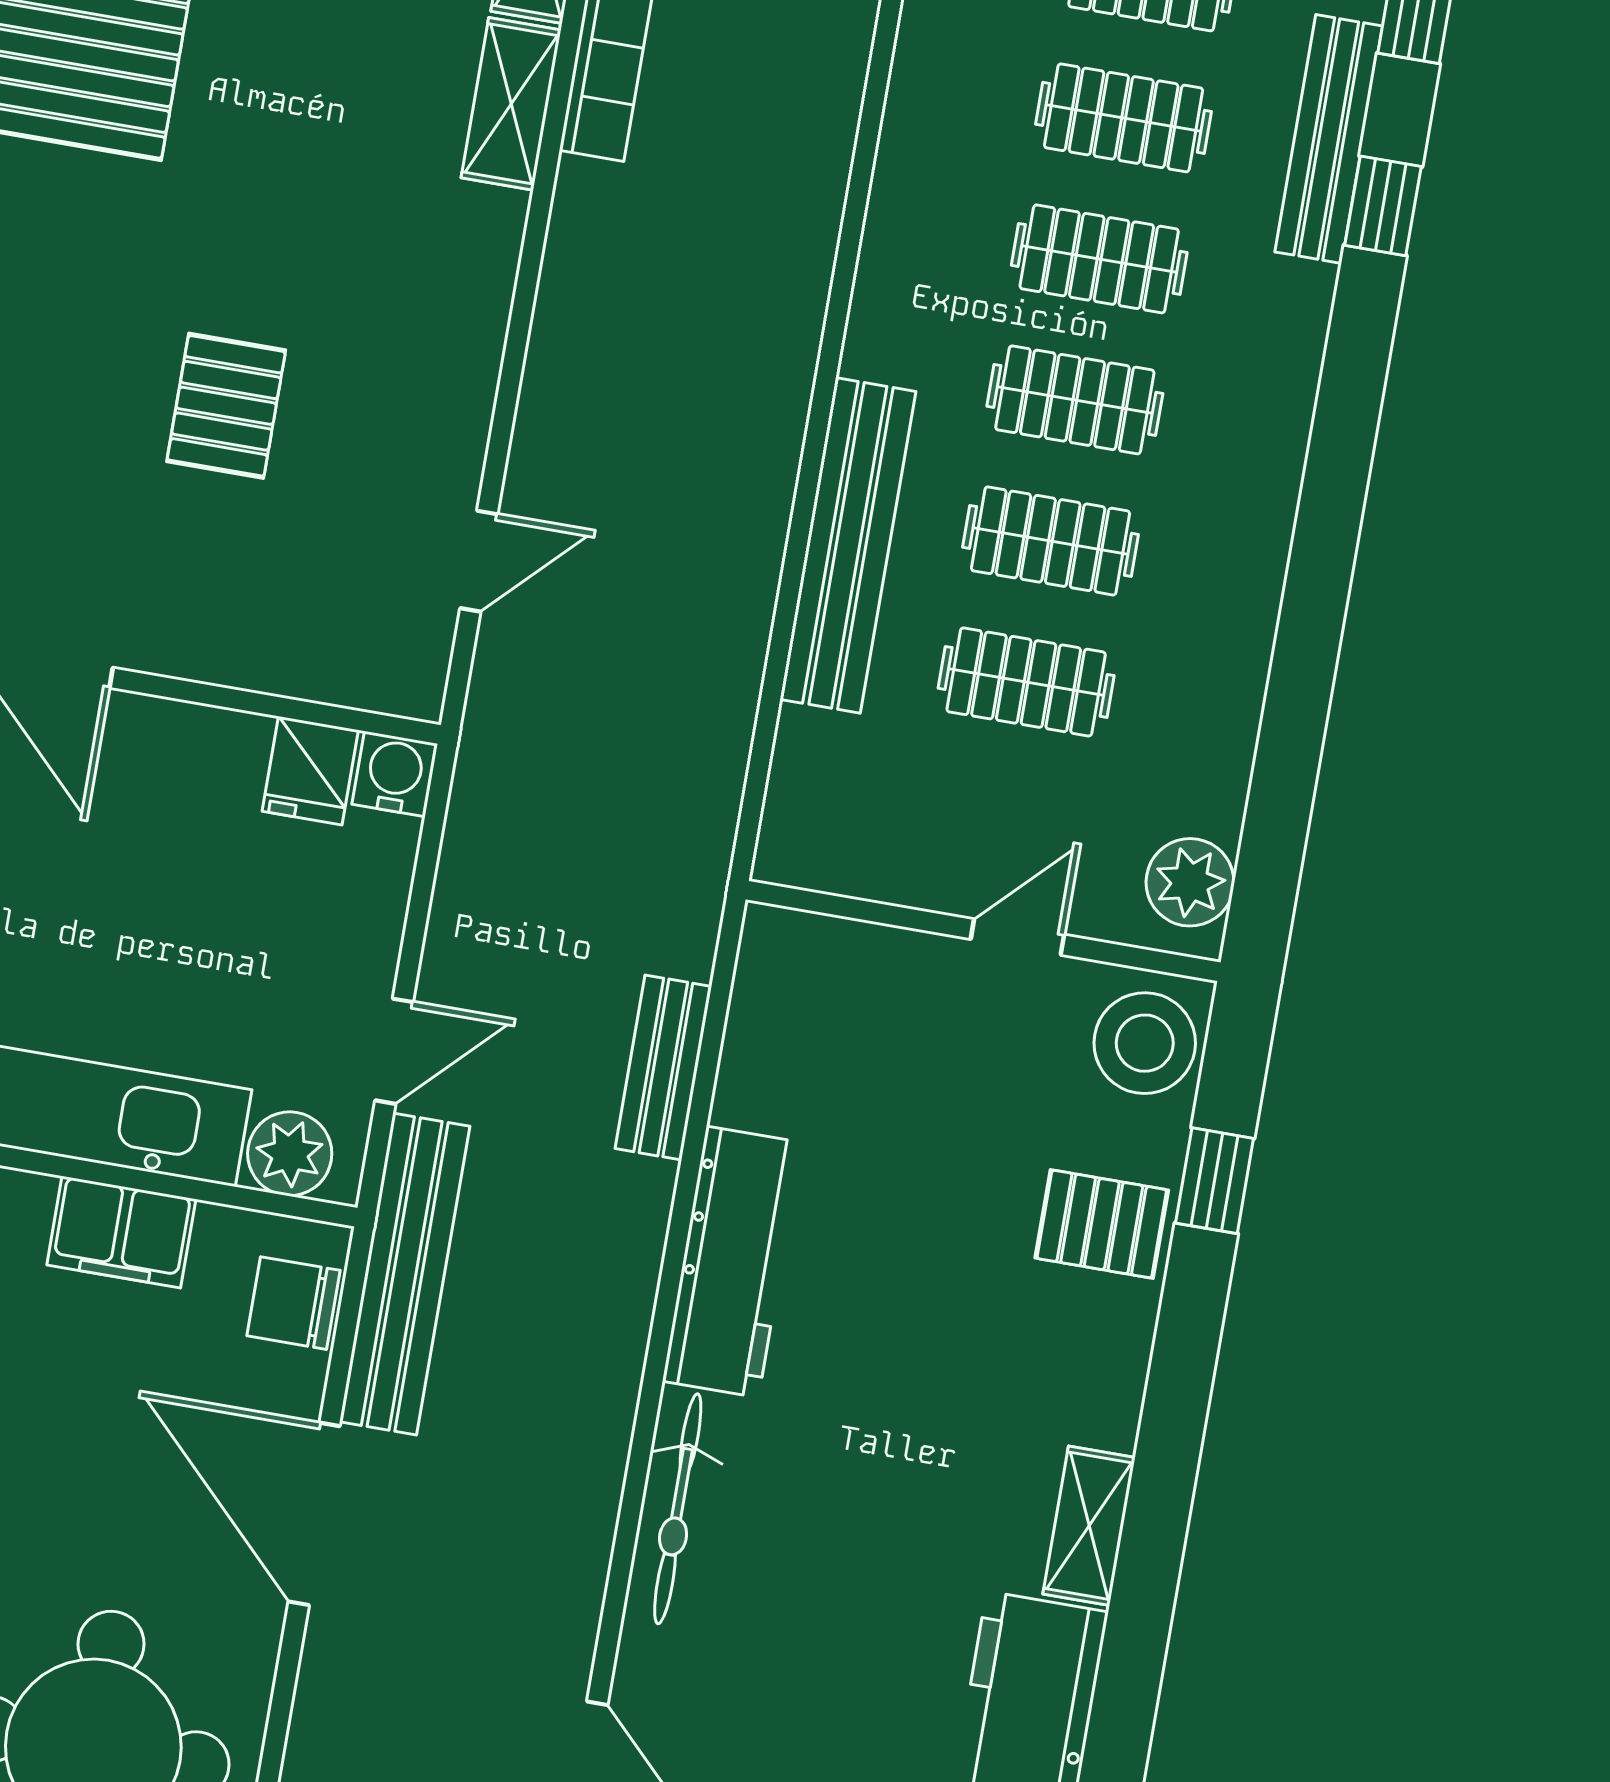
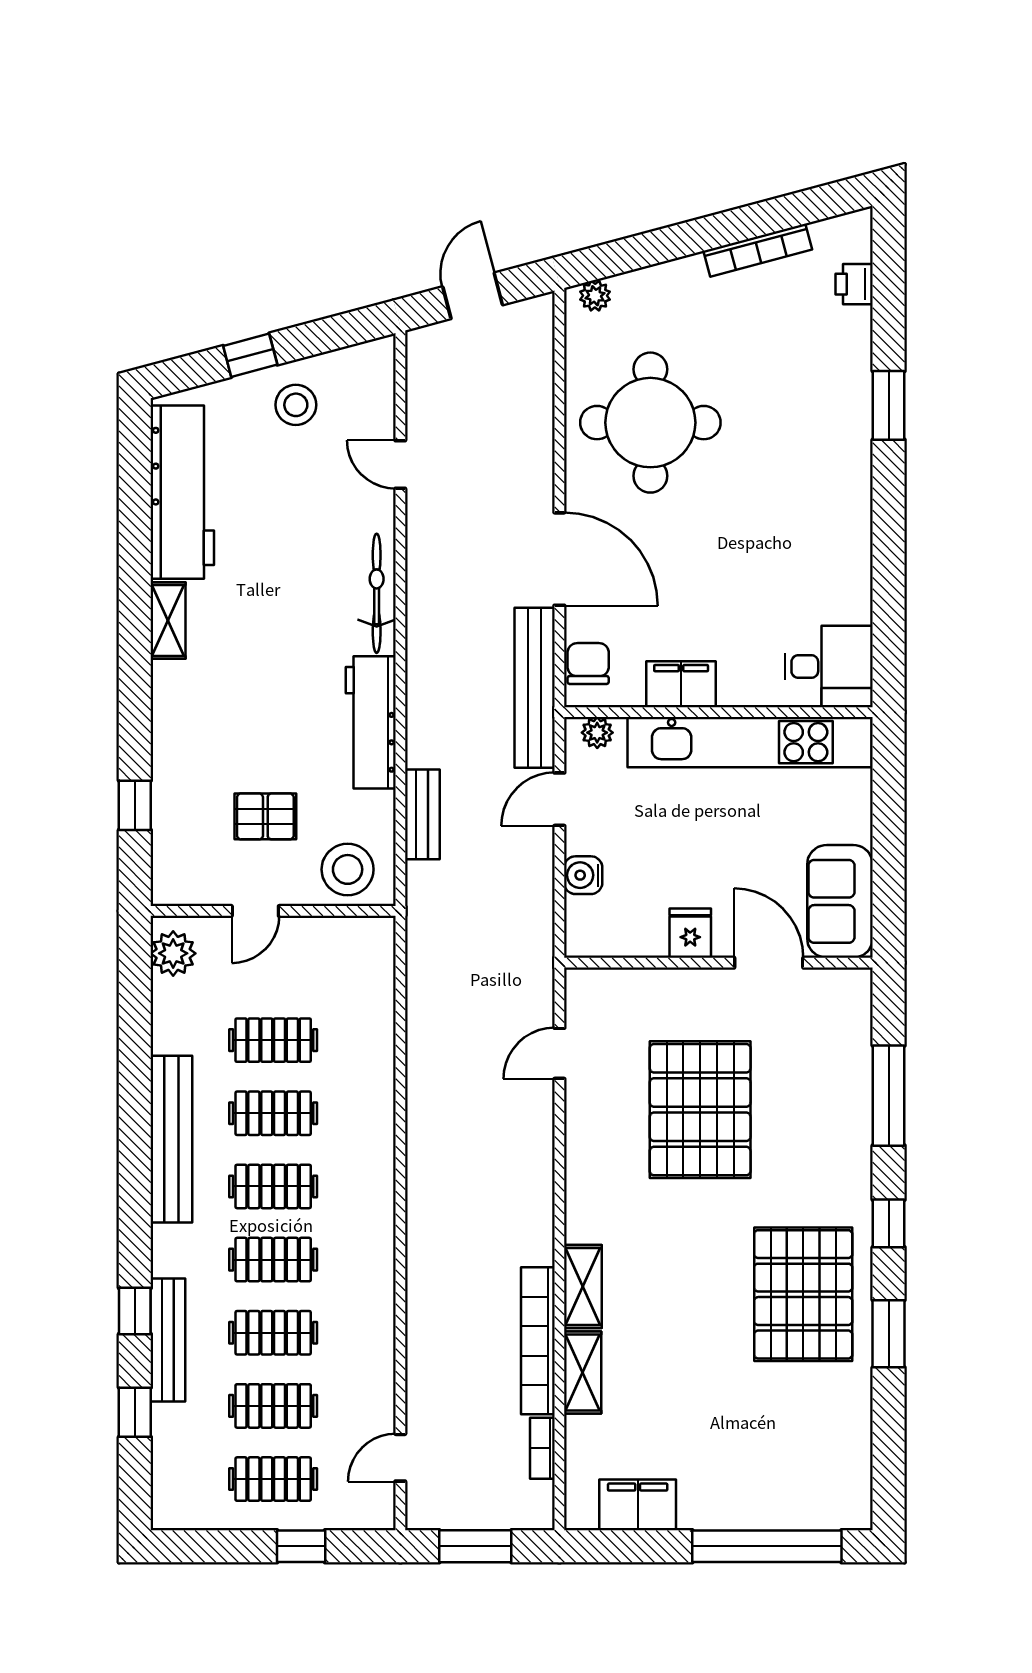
pallet: (226, 406) -> (700, 1110), width x2.05, depth x2.00
bench: (848, 545) -> (171, 1139), moved
fridge: (310, 771) -> (690, 933), moved
water cooler: (395, 774) -> (583, 875), moved, turned 90
stool: (1145, 1043) -> (348, 869), moved
plant: (290, 1154) -> (597, 733), width x0.73, depth x0.73
pallet: (1102, 1224) -> (265, 816), moved
chair: (294, 1303) -> (588, 663), turned -90

